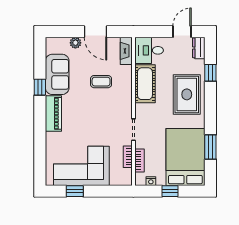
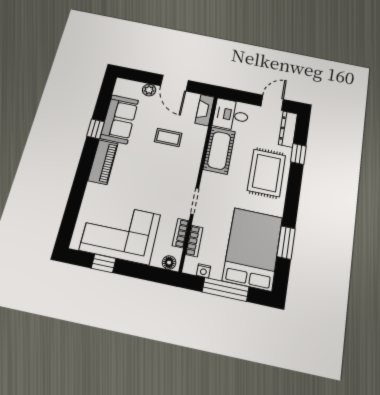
dresser: (199, 48) -> (288, 129), width x1.44
floor lamp: (124, 180) -> (169, 263), added
window: (170, 191) -> (226, 289), width x2.17

